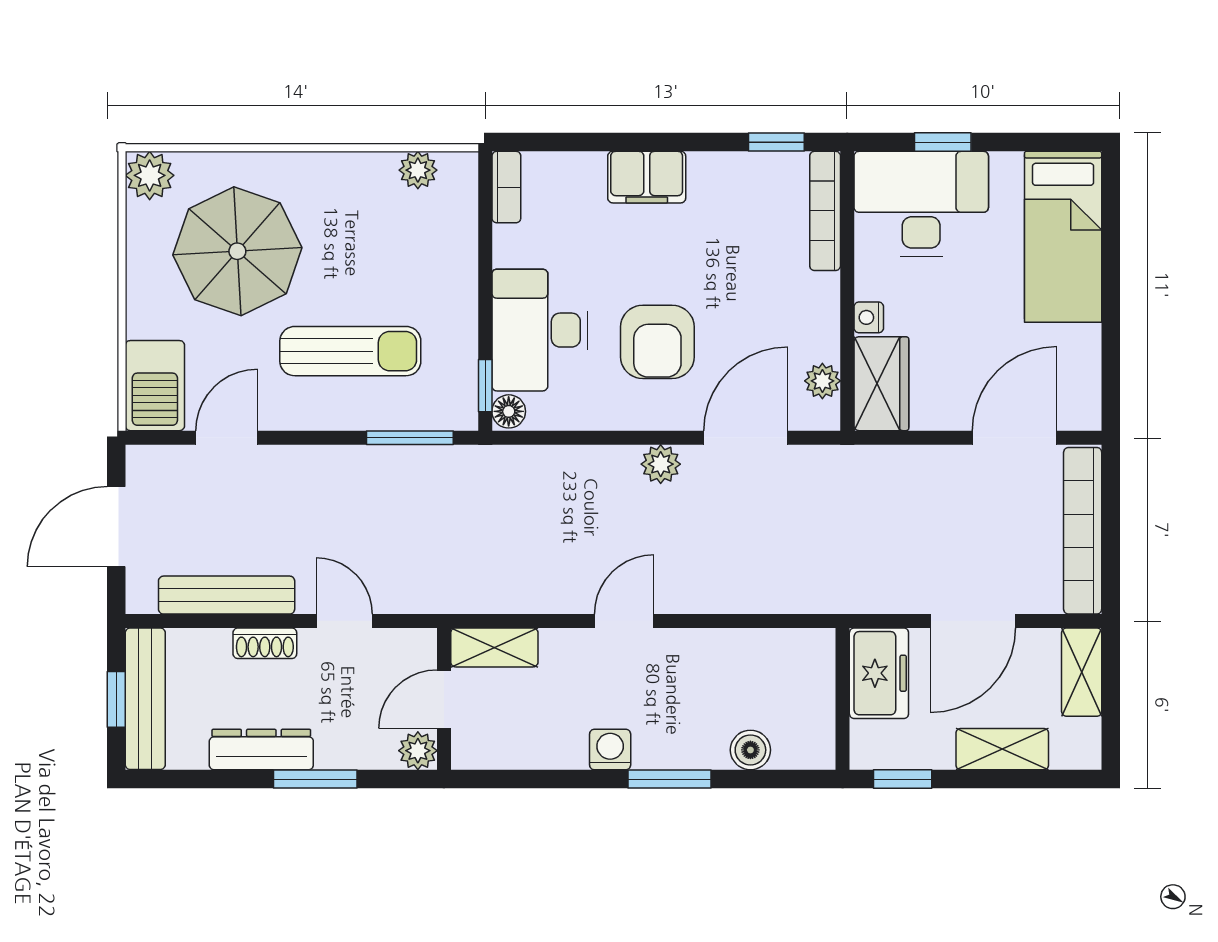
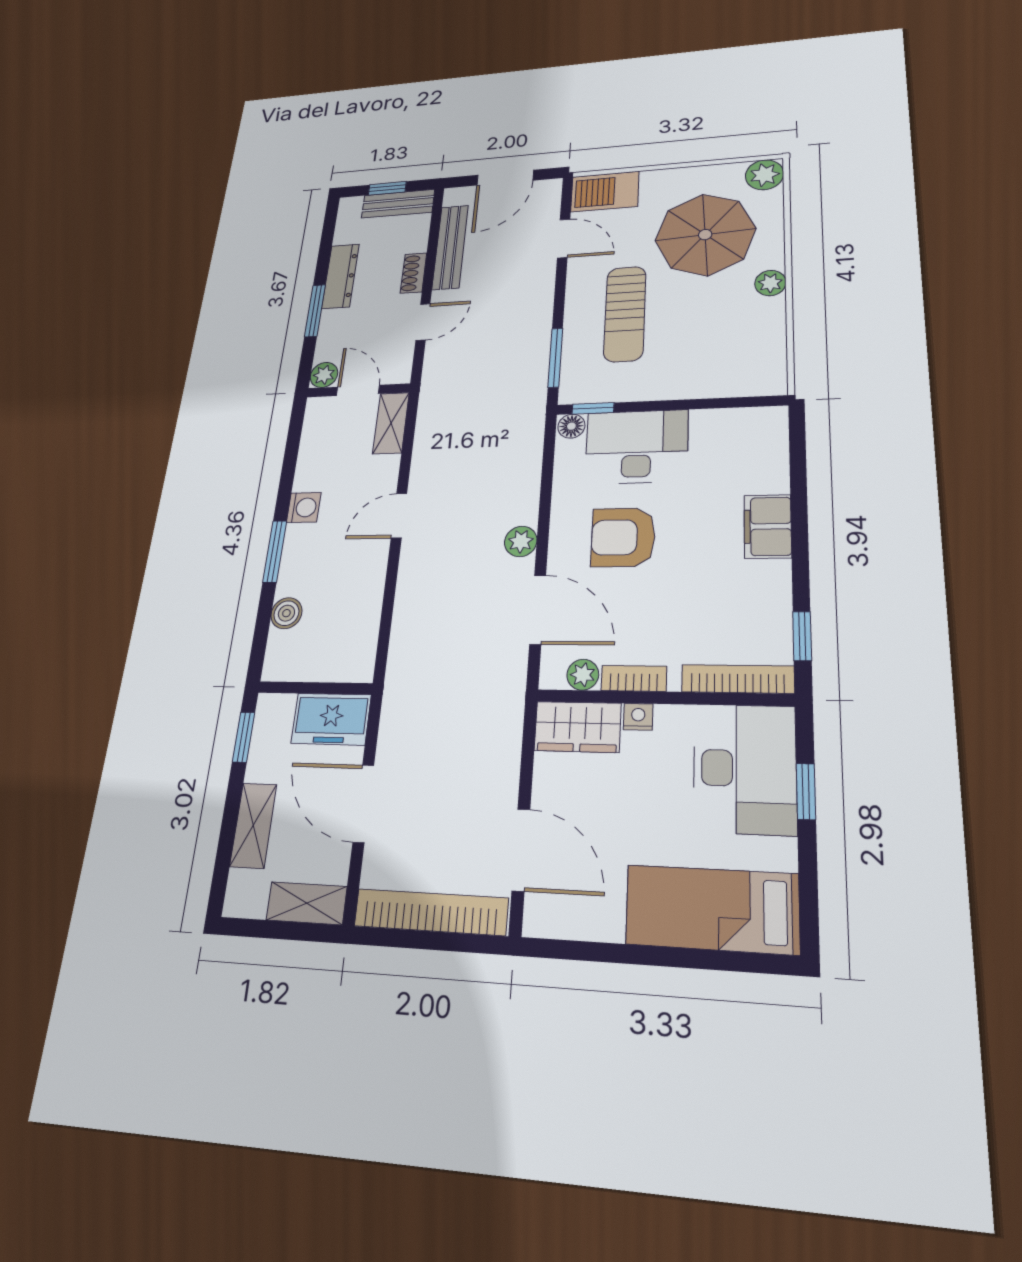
plant: (418, 170) -> (770, 283), moved
bookcase: (506, 187) -> (634, 678), moved, turned 180
door: (116, 527) -> (505, 178), swing flipped
door: (624, 621) -> (399, 516), swing flipped
bench: (145, 699) -> (398, 204), width x0.73

